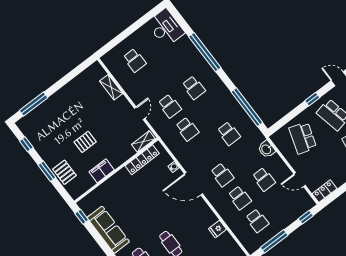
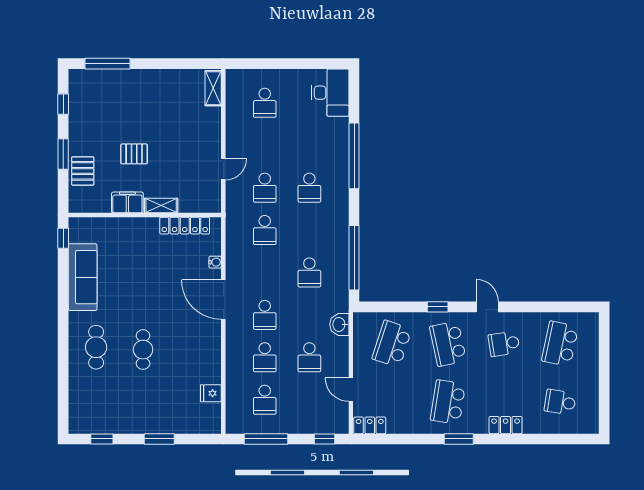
shelving: (111, 87) -> (213, 88), moved
shelving: (143, 142) -> (161, 206), moved
fridge: (217, 229) -> (211, 393), moved

